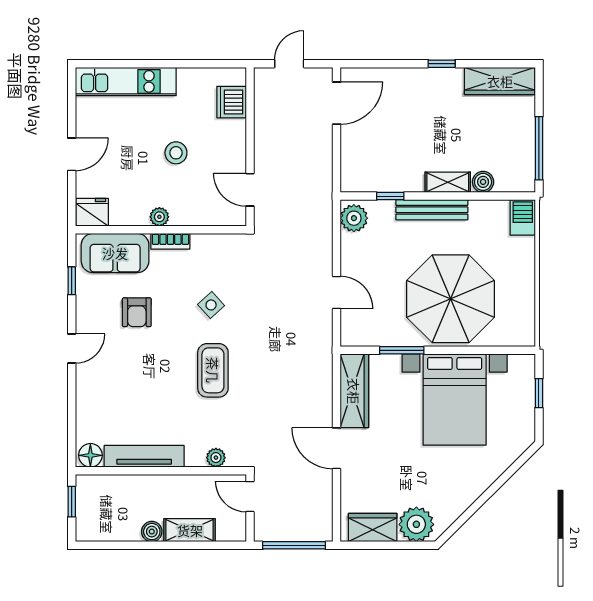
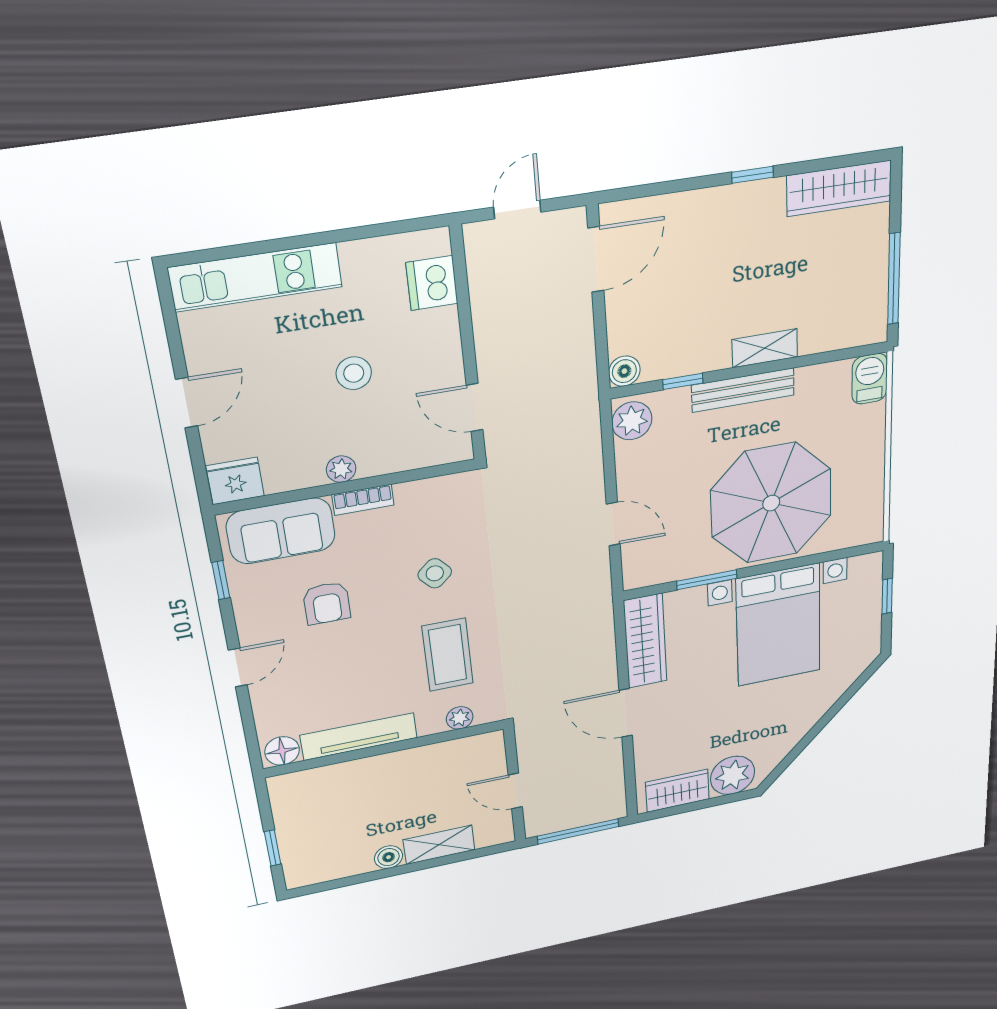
boiler: (483, 182) -> (624, 371), moved
floor lamp: (90, 455) -> (282, 751), moved
tv unit: (144, 456) -> (359, 737), moved
plant: (216, 458) -> (460, 718), moved
wall: (161, 471) -> (385, 749), moved

